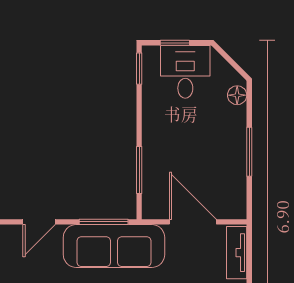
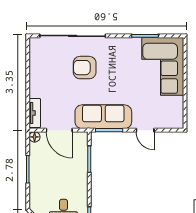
floor lamp: (237, 95) -> (35, 137), moved
door: (39, 222) -> (145, 130), swing flipped

